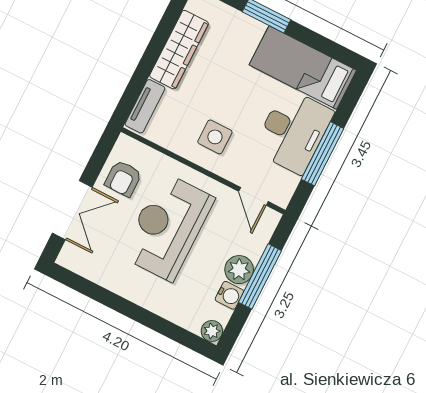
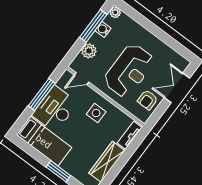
armchair: (123, 178) -> (148, 100), turned 180
door: (253, 196) -> (82, 79), swing flipped
plant: (239, 270) -> (89, 51), moved
window: (260, 276) -> (93, 26), moved

